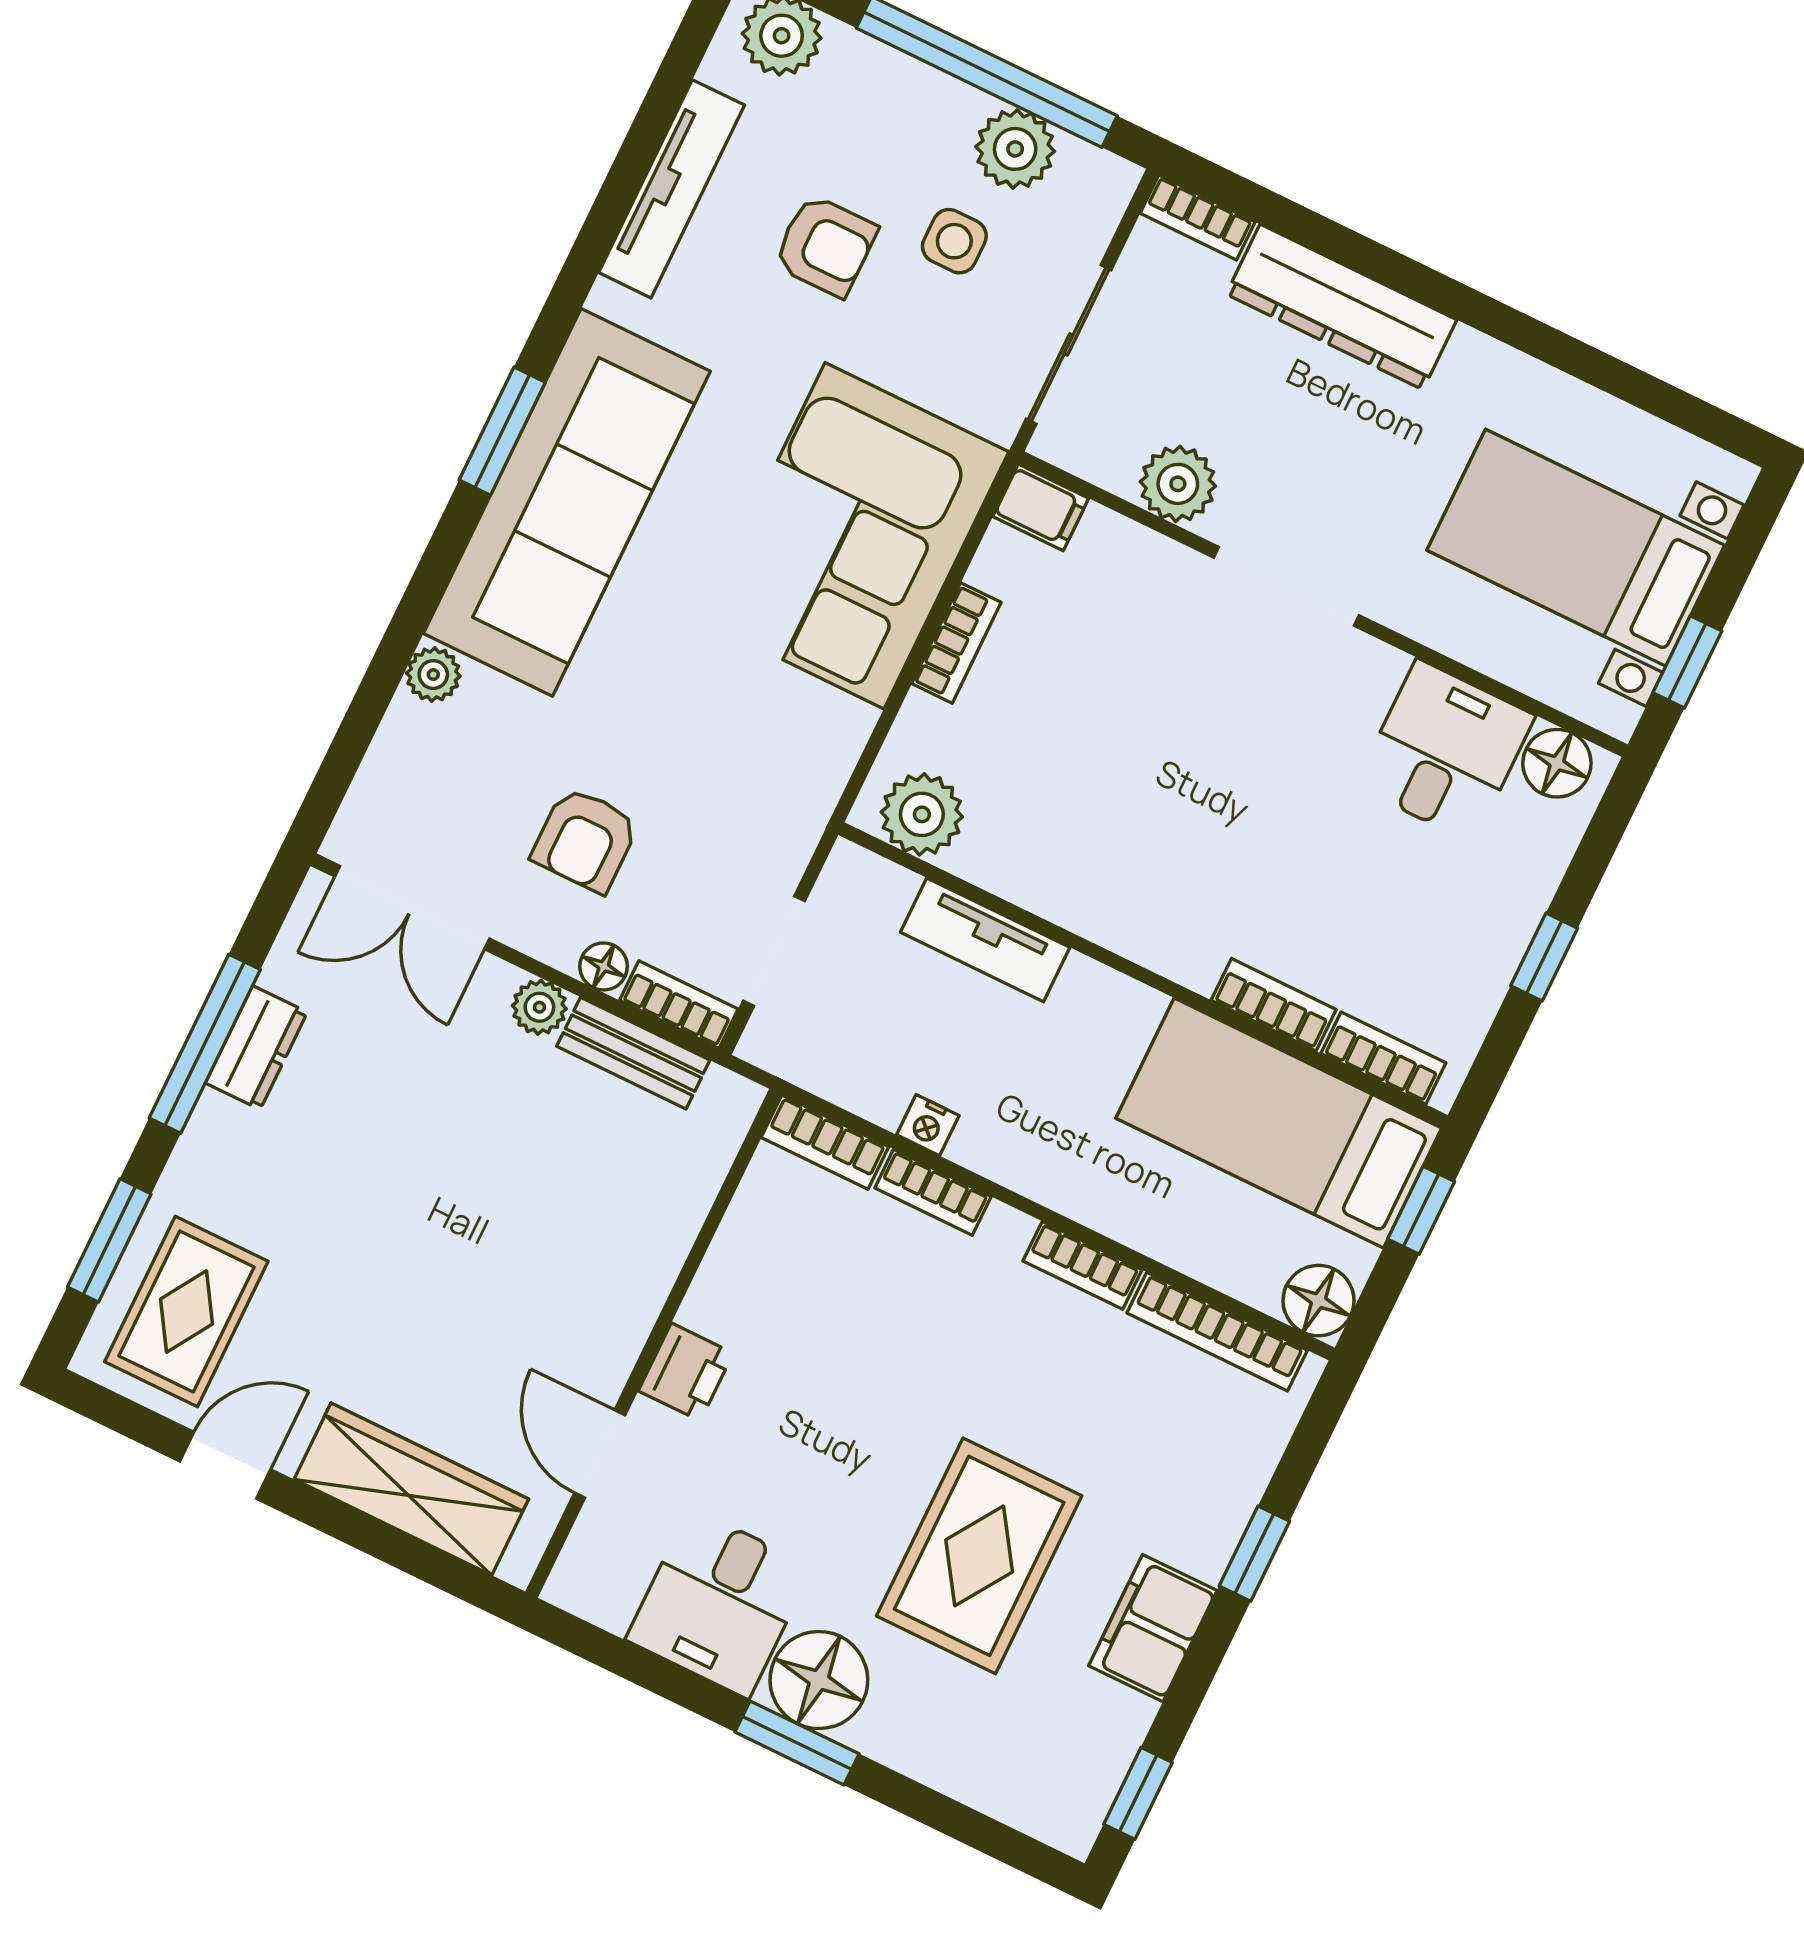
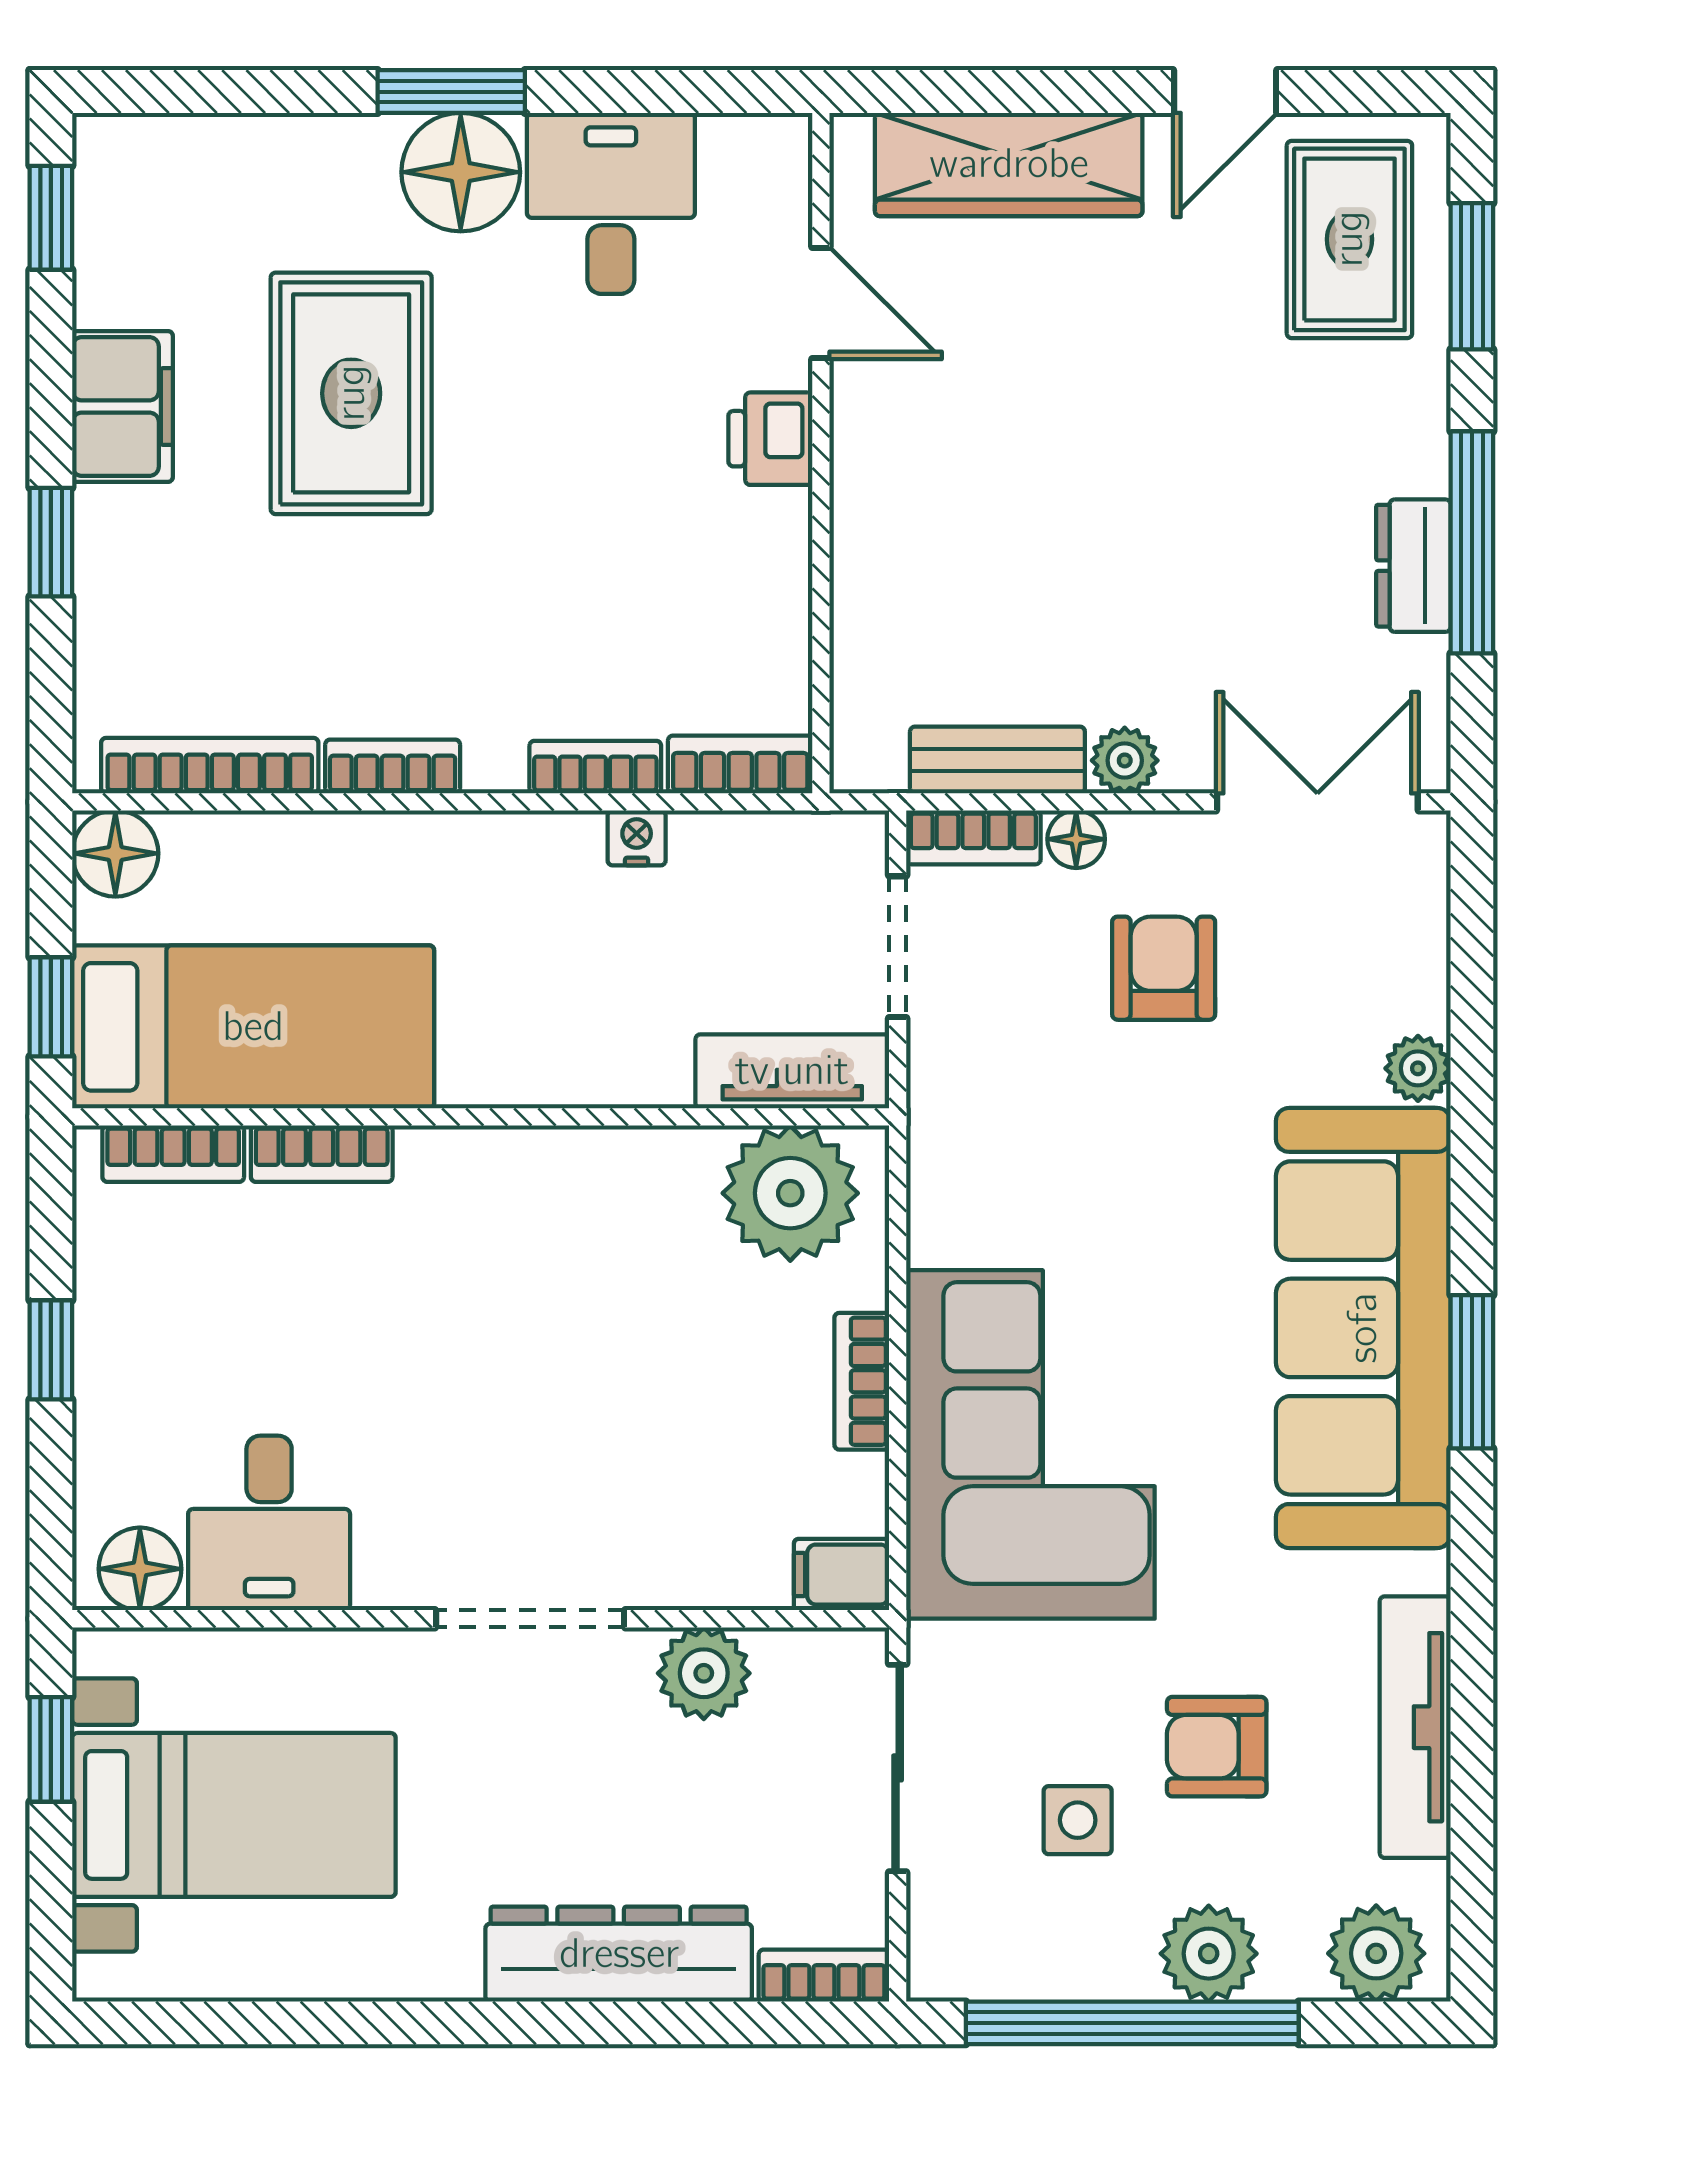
plant: (1015, 149) -> (1209, 1954), moved
plant: (922, 814) -> (790, 1193), width x1.36, depth x1.36
tv unit: (985, 940) -> (792, 1071), moved

